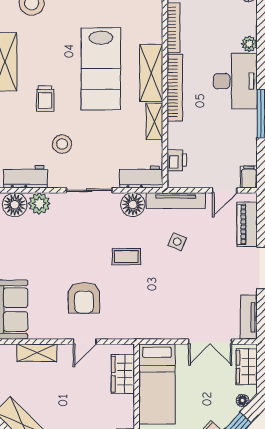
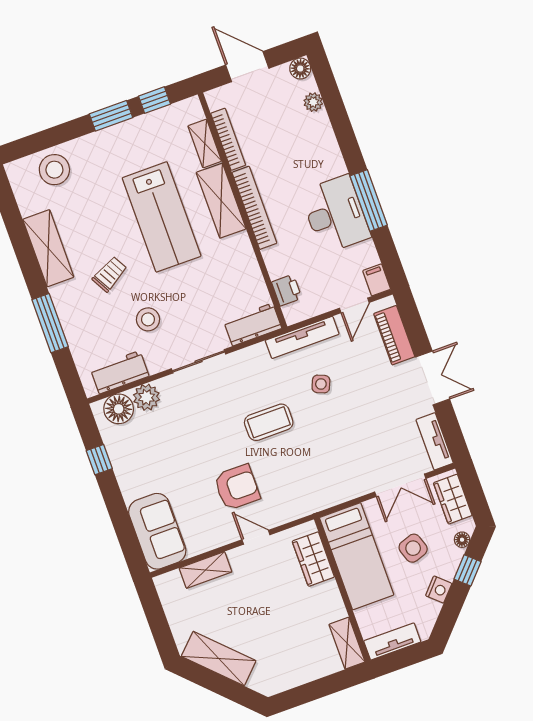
plant: (249, 44) -> (313, 102), moved
desk: (235, 81) -> (335, 214), moved
trolley: (45, 99) -> (110, 274), turned -119
shelving: (154, 121) -> (205, 143), moved
floor lamp: (133, 205) -> (255, 360), removed
coffee table: (126, 257) -> (269, 422), width x1.36, depth x1.30
armchair: (84, 298) -> (237, 487), turned -90
door: (85, 342) -> (256, 537), swing flipped
side table: (203, 393) -> (413, 548), added

